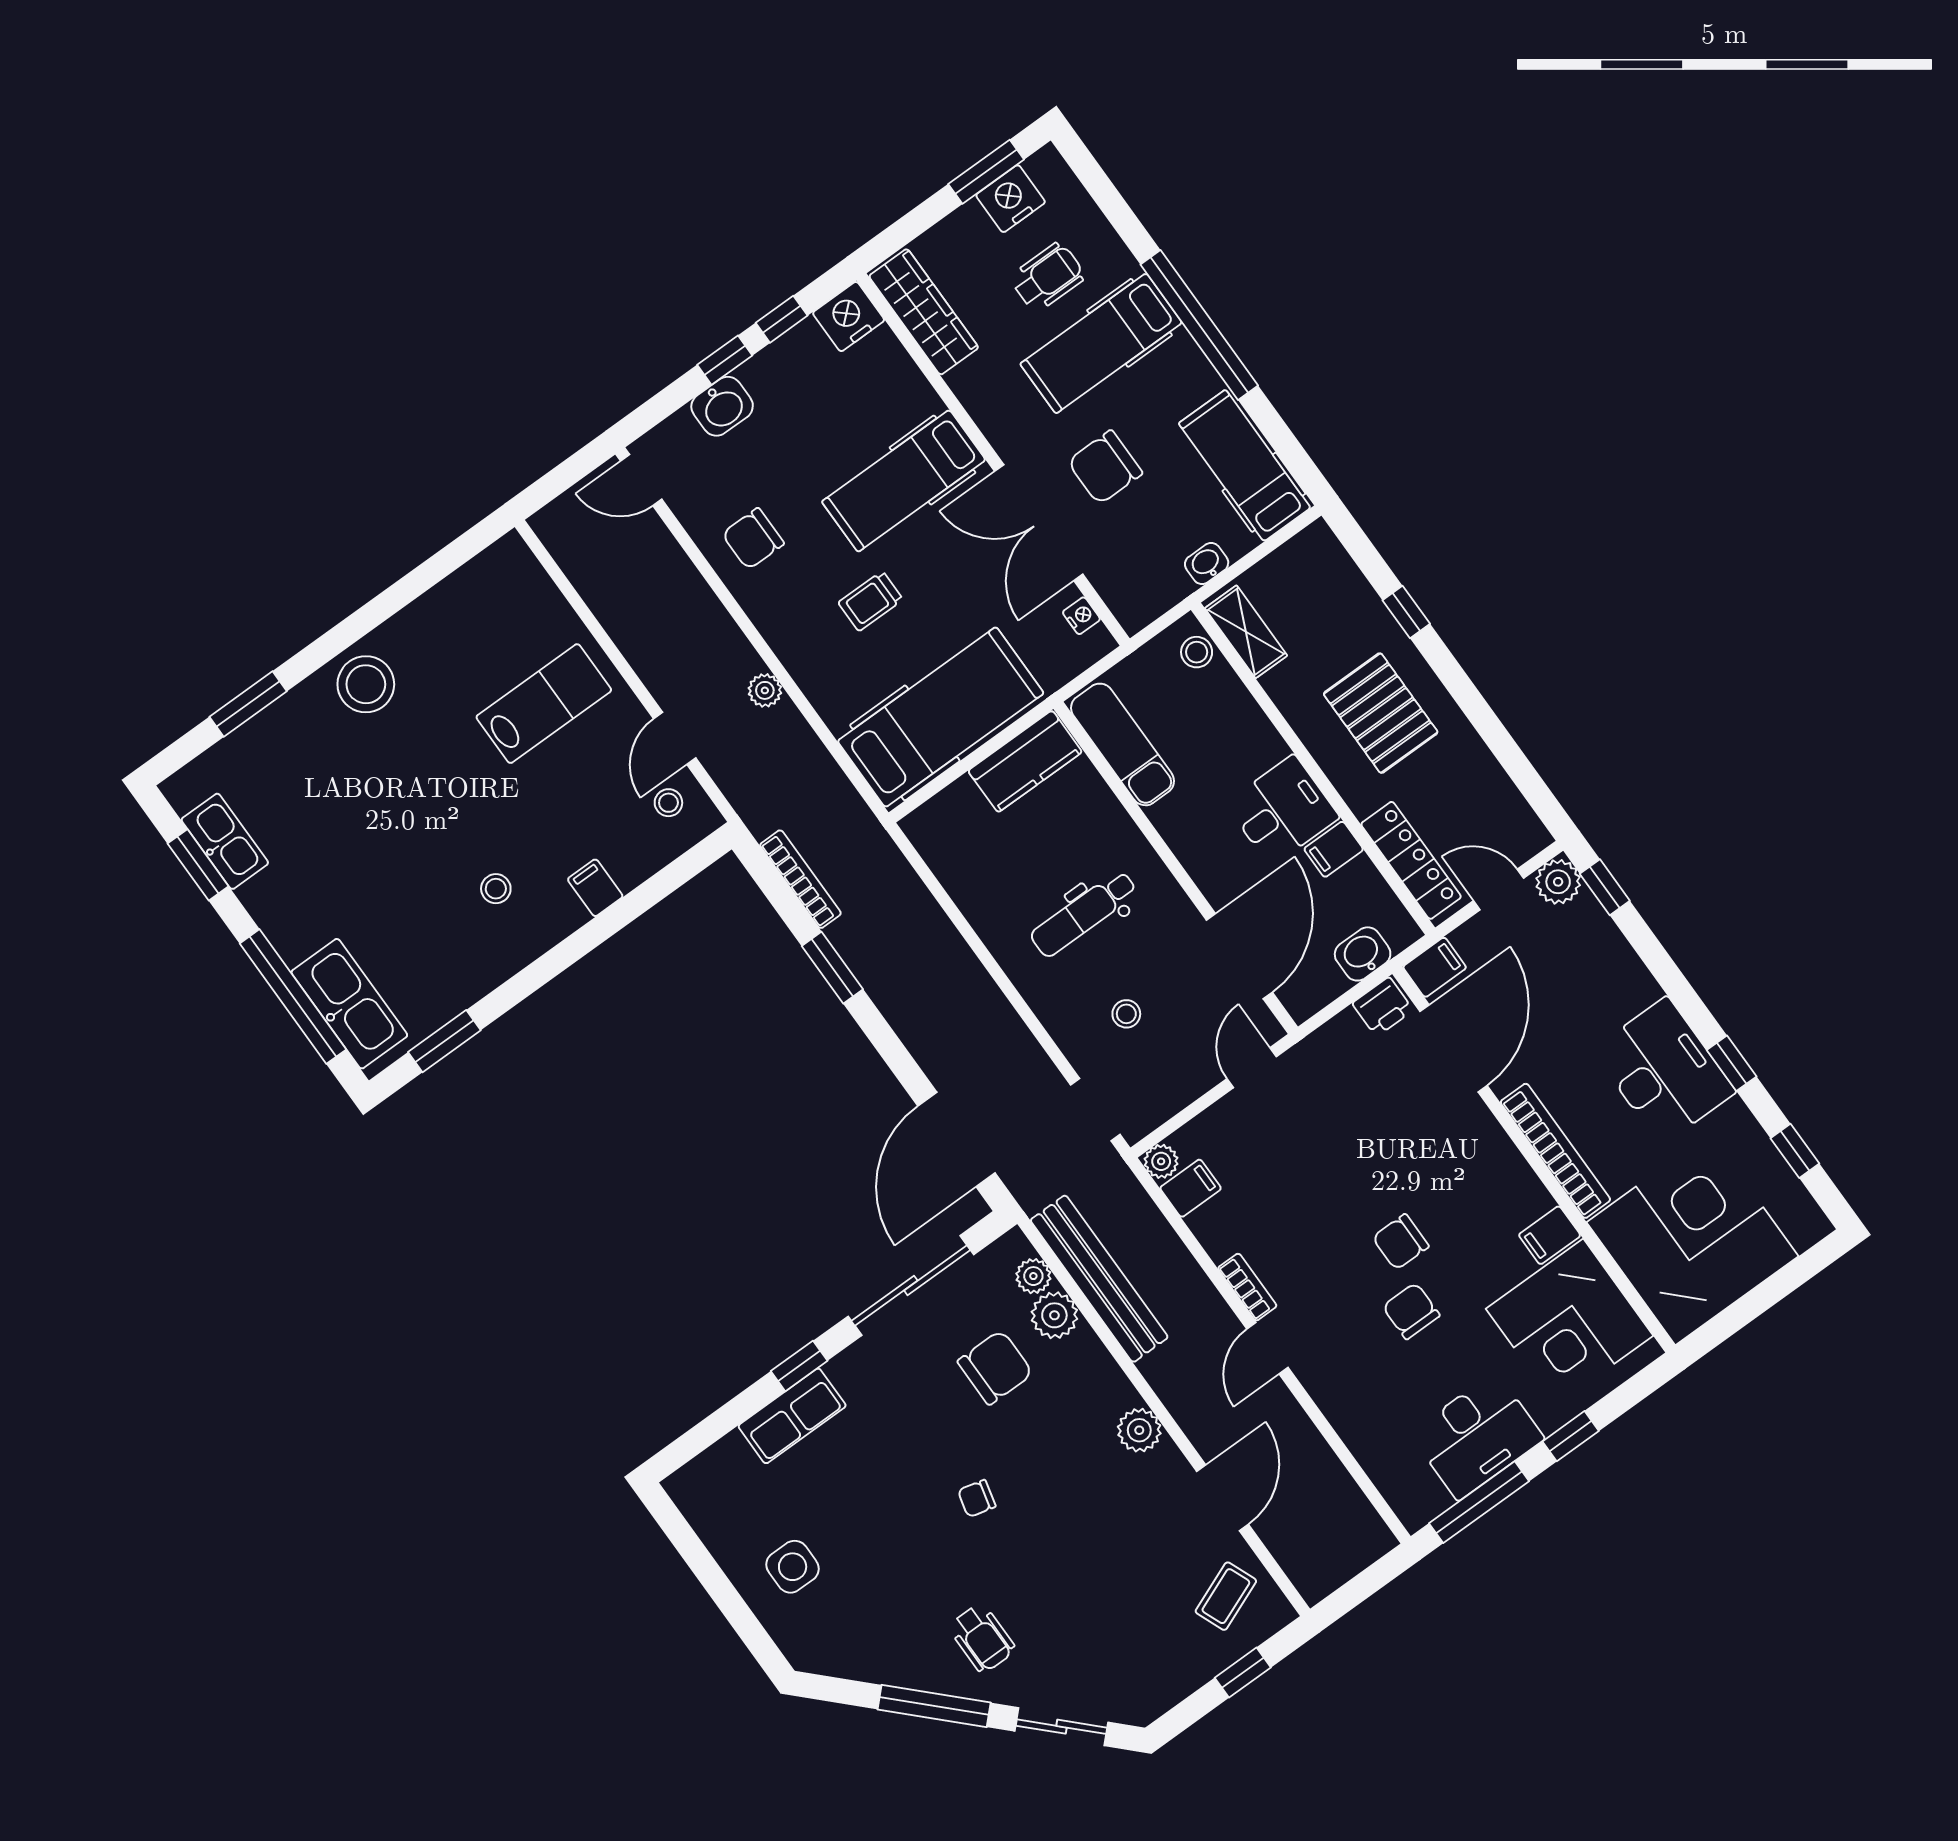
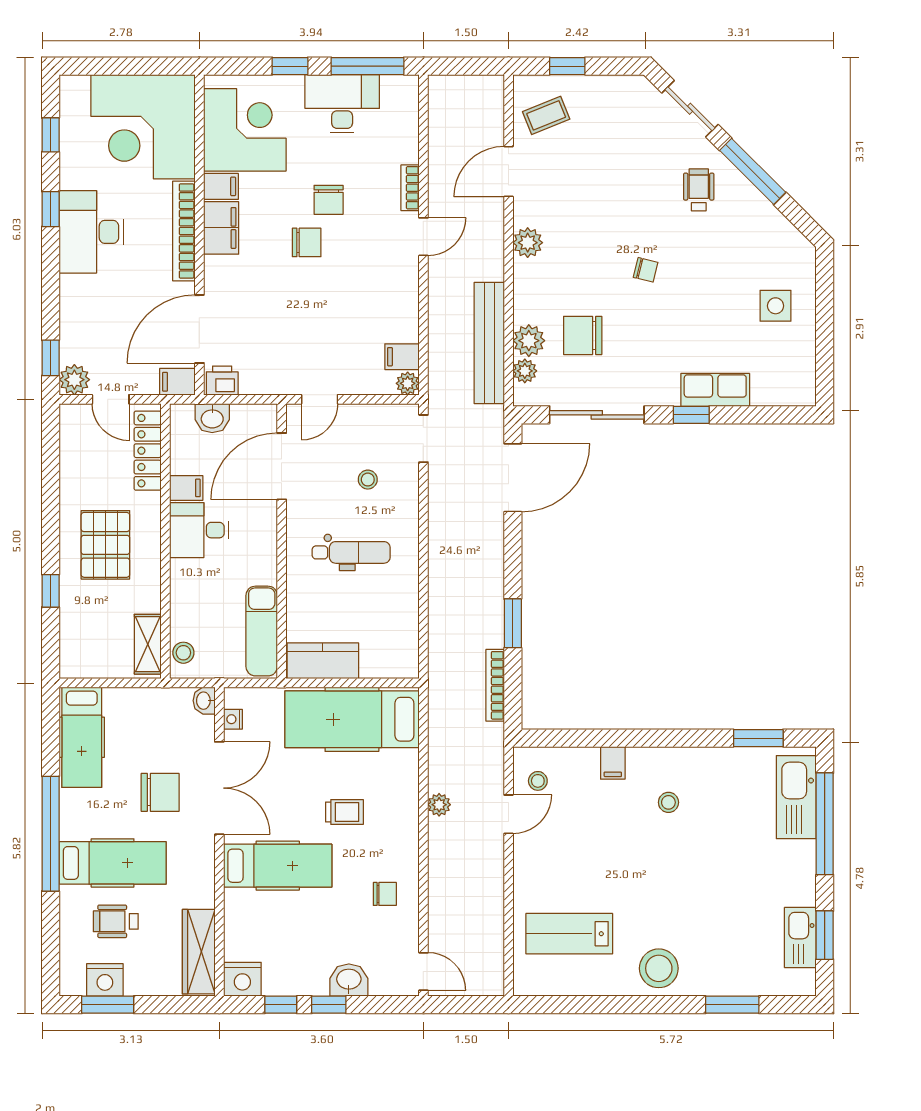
chair: (753, 539) -> (385, 894), width x0.73, depth x0.73
washbasin: (1207, 563) -> (204, 701), moved, turned 90
lab bench: (544, 704) -> (569, 934), moved
filing cabinet: (1514, 1186) -> (221, 228), added
bookcase: (1247, 1287) -> (410, 188), moved

